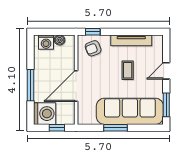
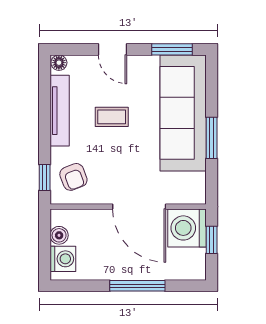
floor lamp: (159, 40) -> (59, 63), added
washing machine: (45, 114) -> (187, 228), moved, turned -90

